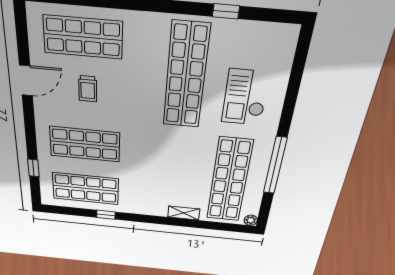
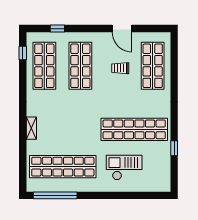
window: (275, 166) -> (55, 195), moved
shelving: (184, 213) -> (31, 128), moved
window: (106, 215) -> (23, 53), moved
plant: (251, 220) -> (31, 187), removed

